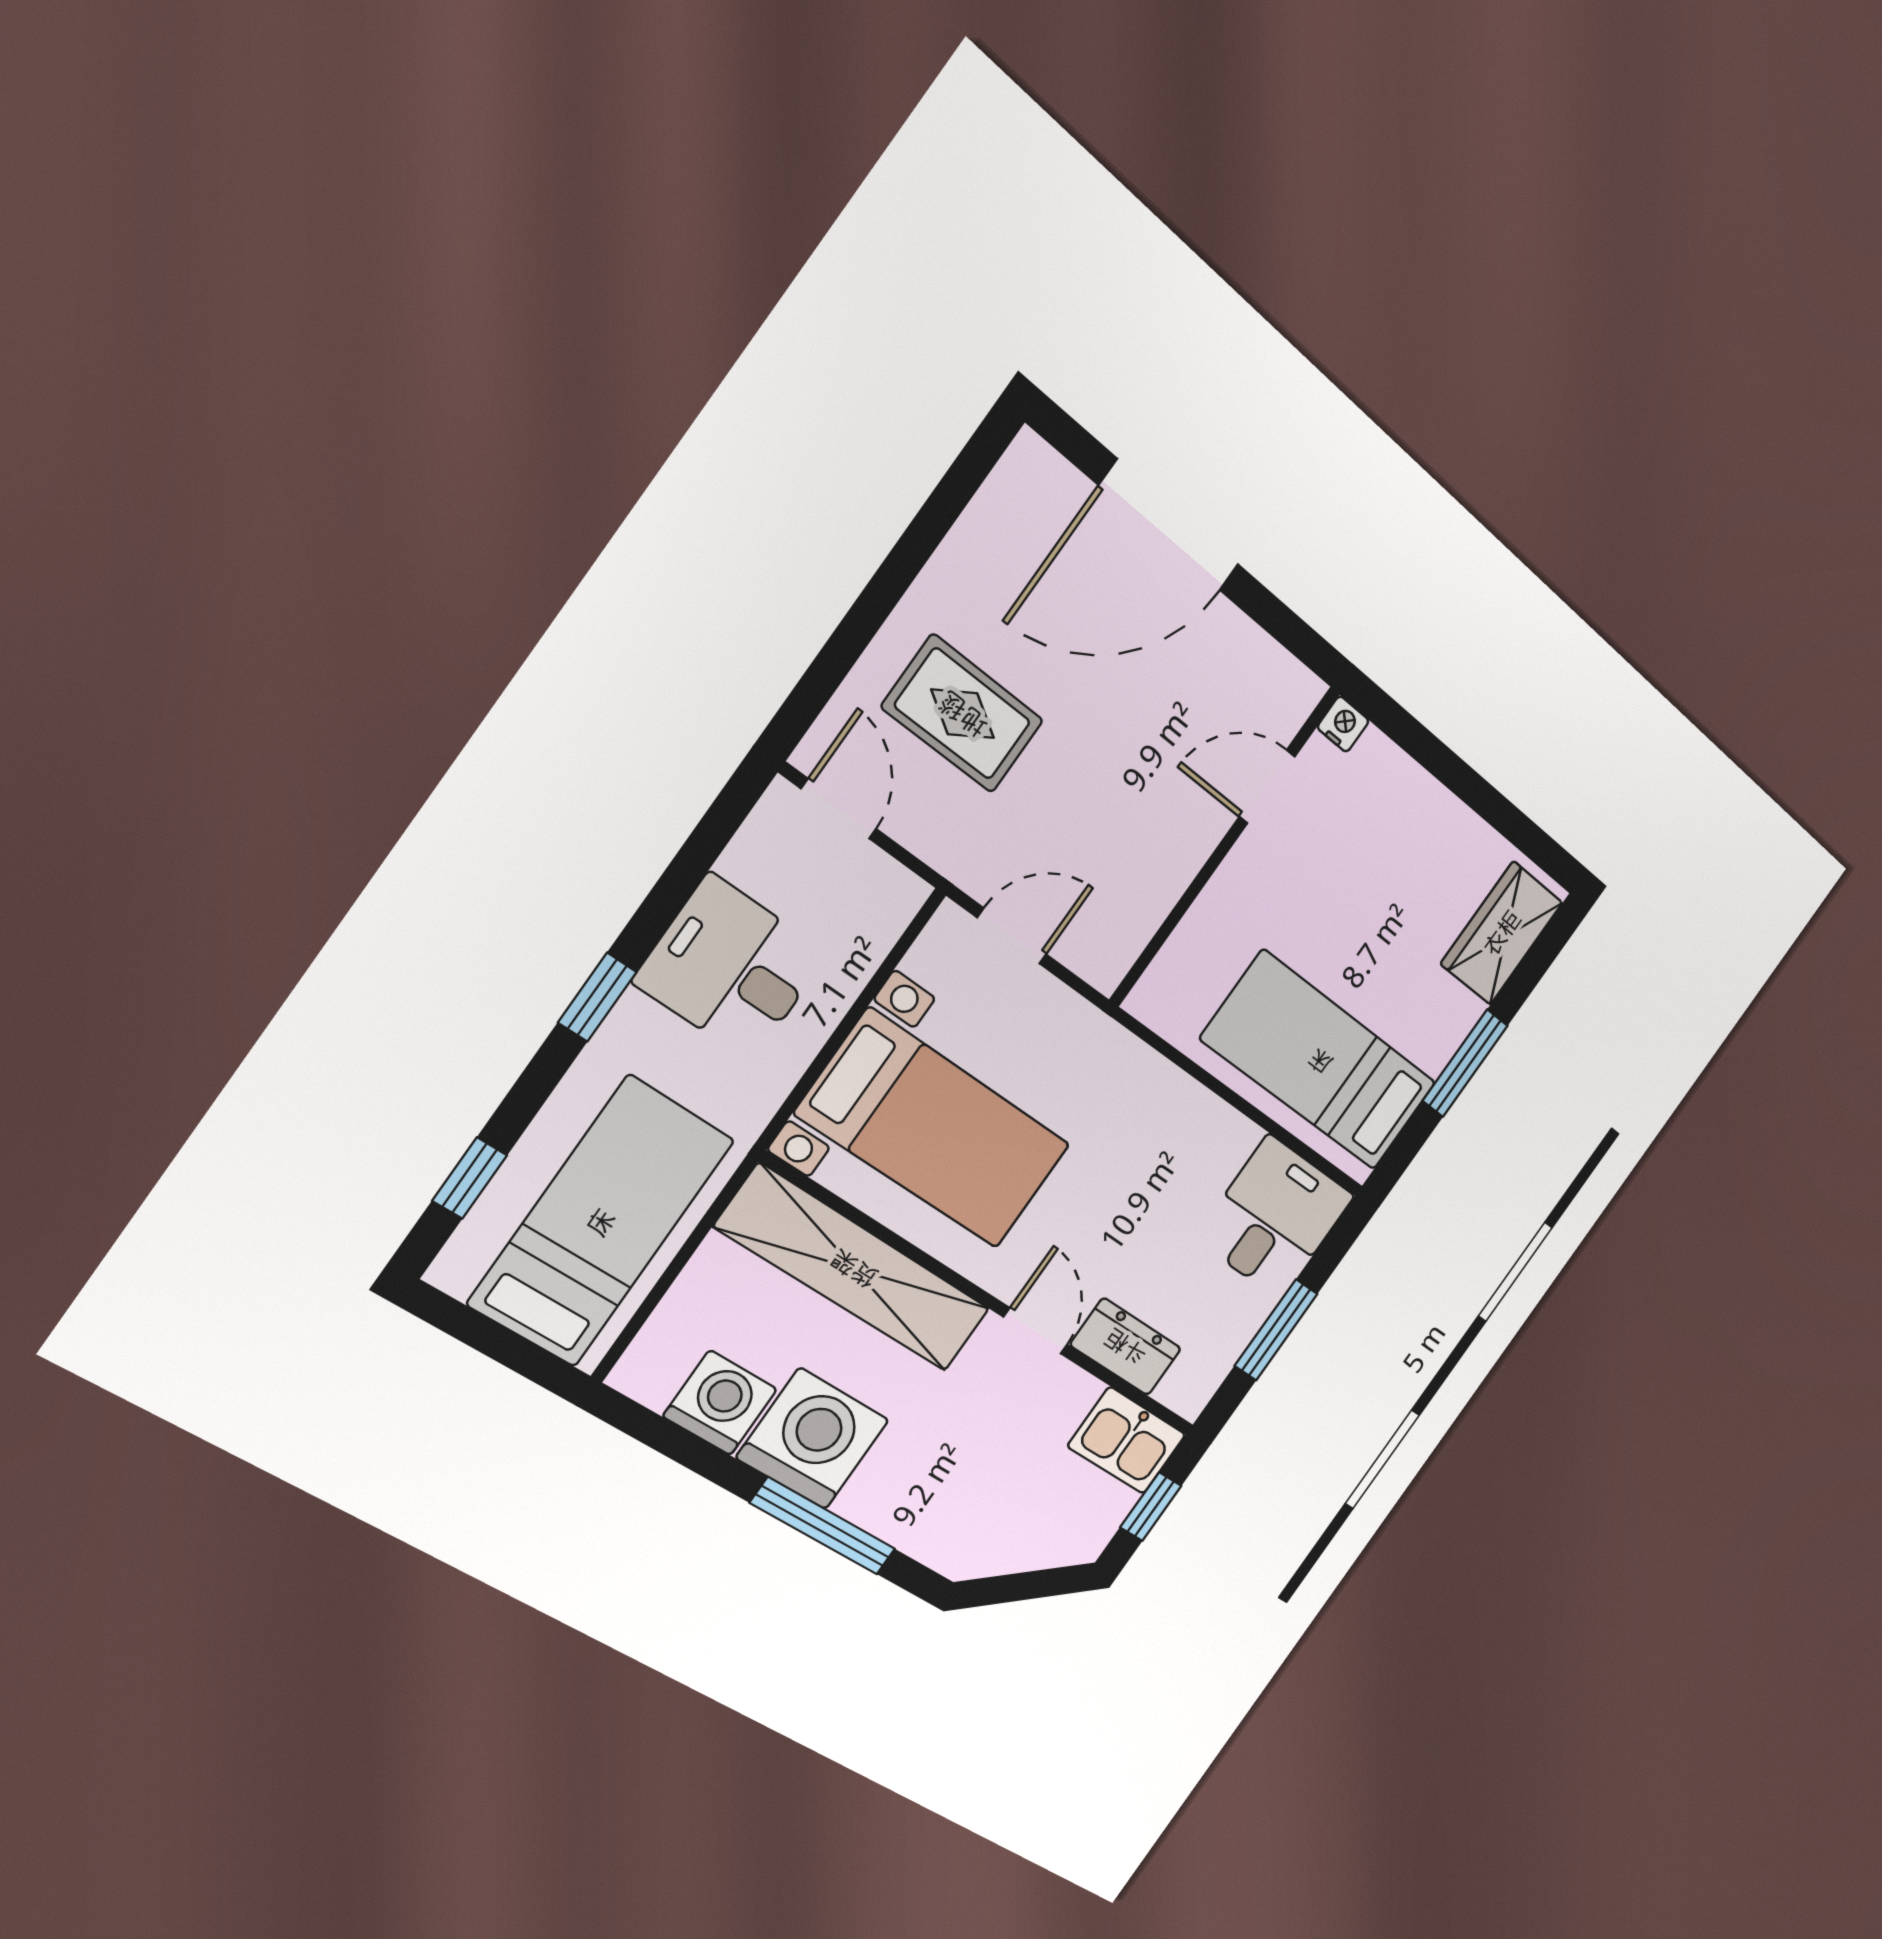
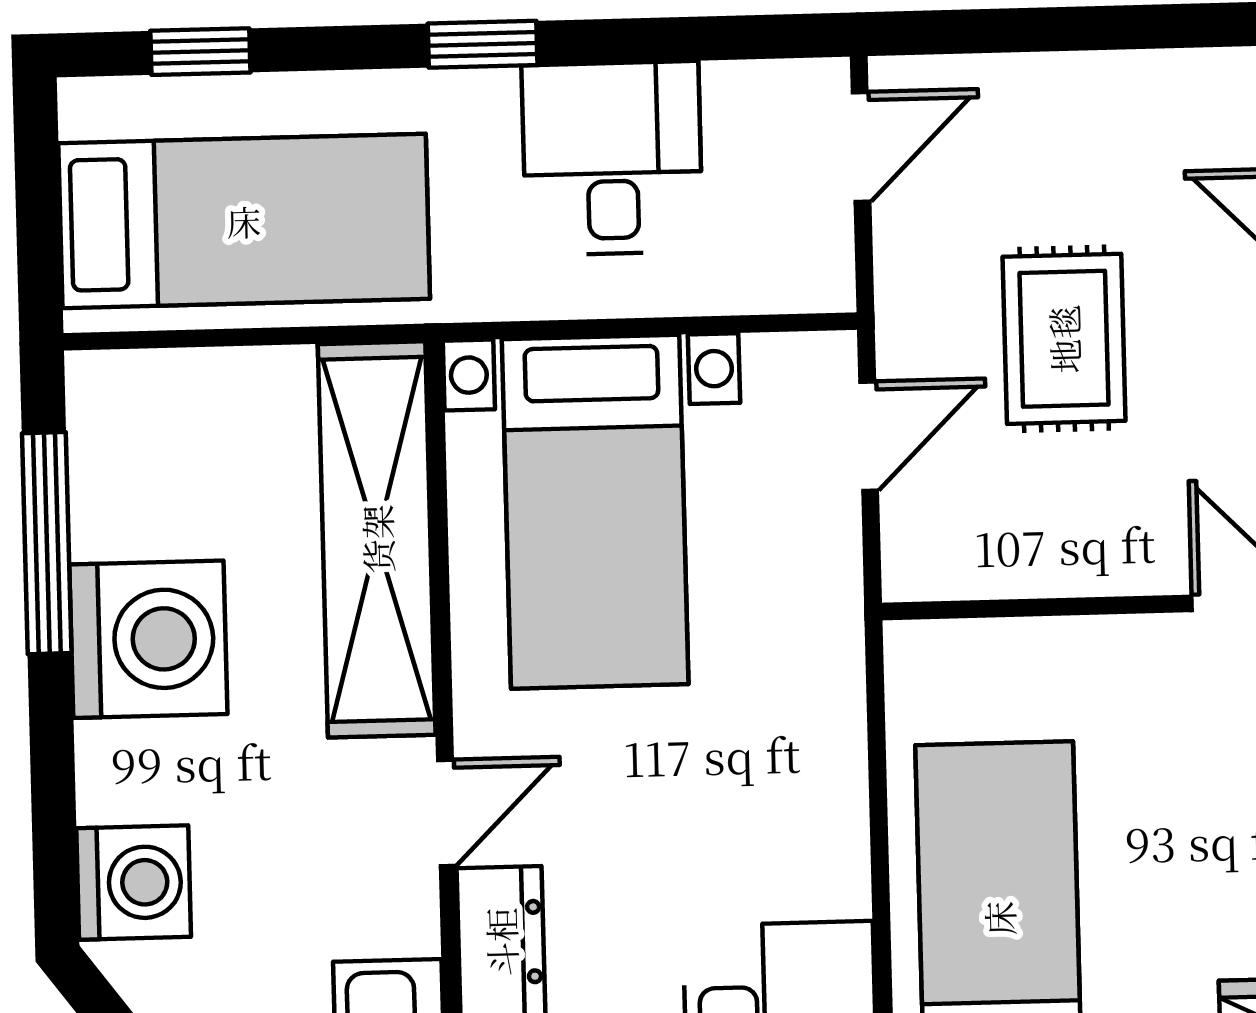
rug: (963, 714) -> (1064, 339), moved
door: (1012, 936) -> (869, 436), hinge flipped
washing machine: (720, 1403) -> (134, 883), moved
window: (823, 1526) -> (47, 543), moved

